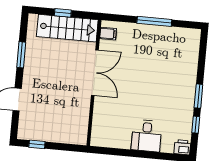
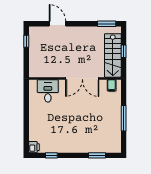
window: (21, 55) -> (107, 24), moved
window: (198, 96) -> (97, 155), moved
desk: (147, 136) -> (48, 91), moved, turned 90

